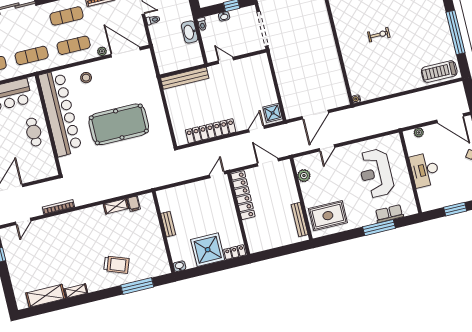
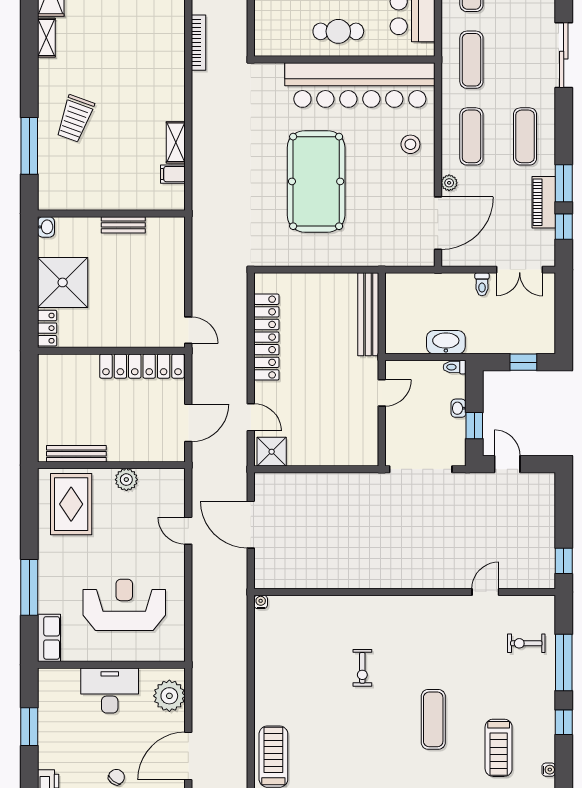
plant: (419, 132) -> (169, 696), width x1.88, depth x1.88
plant: (304, 176) -> (126, 480), moved
row of seats: (389, 214) -> (49, 638), moved

